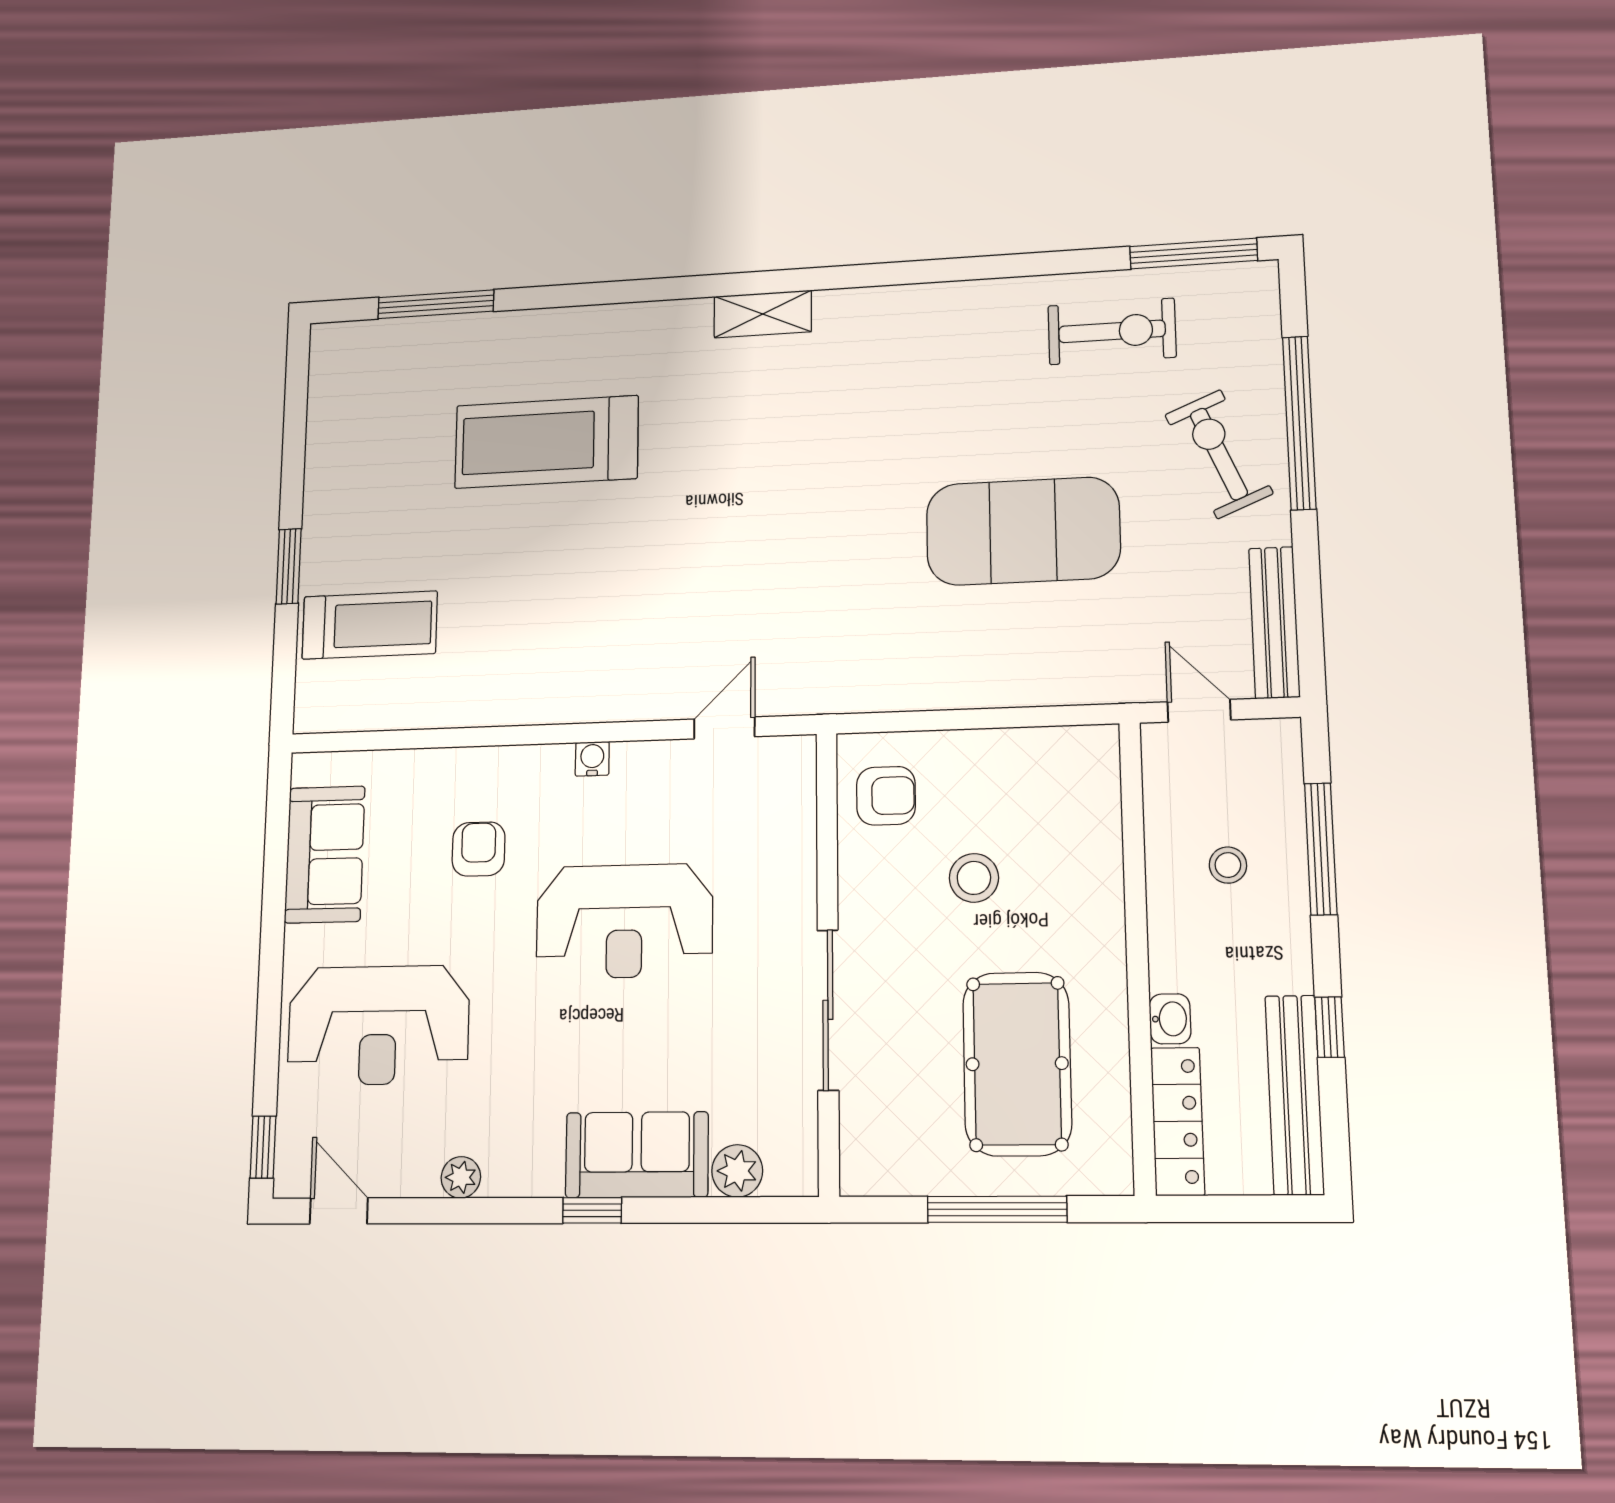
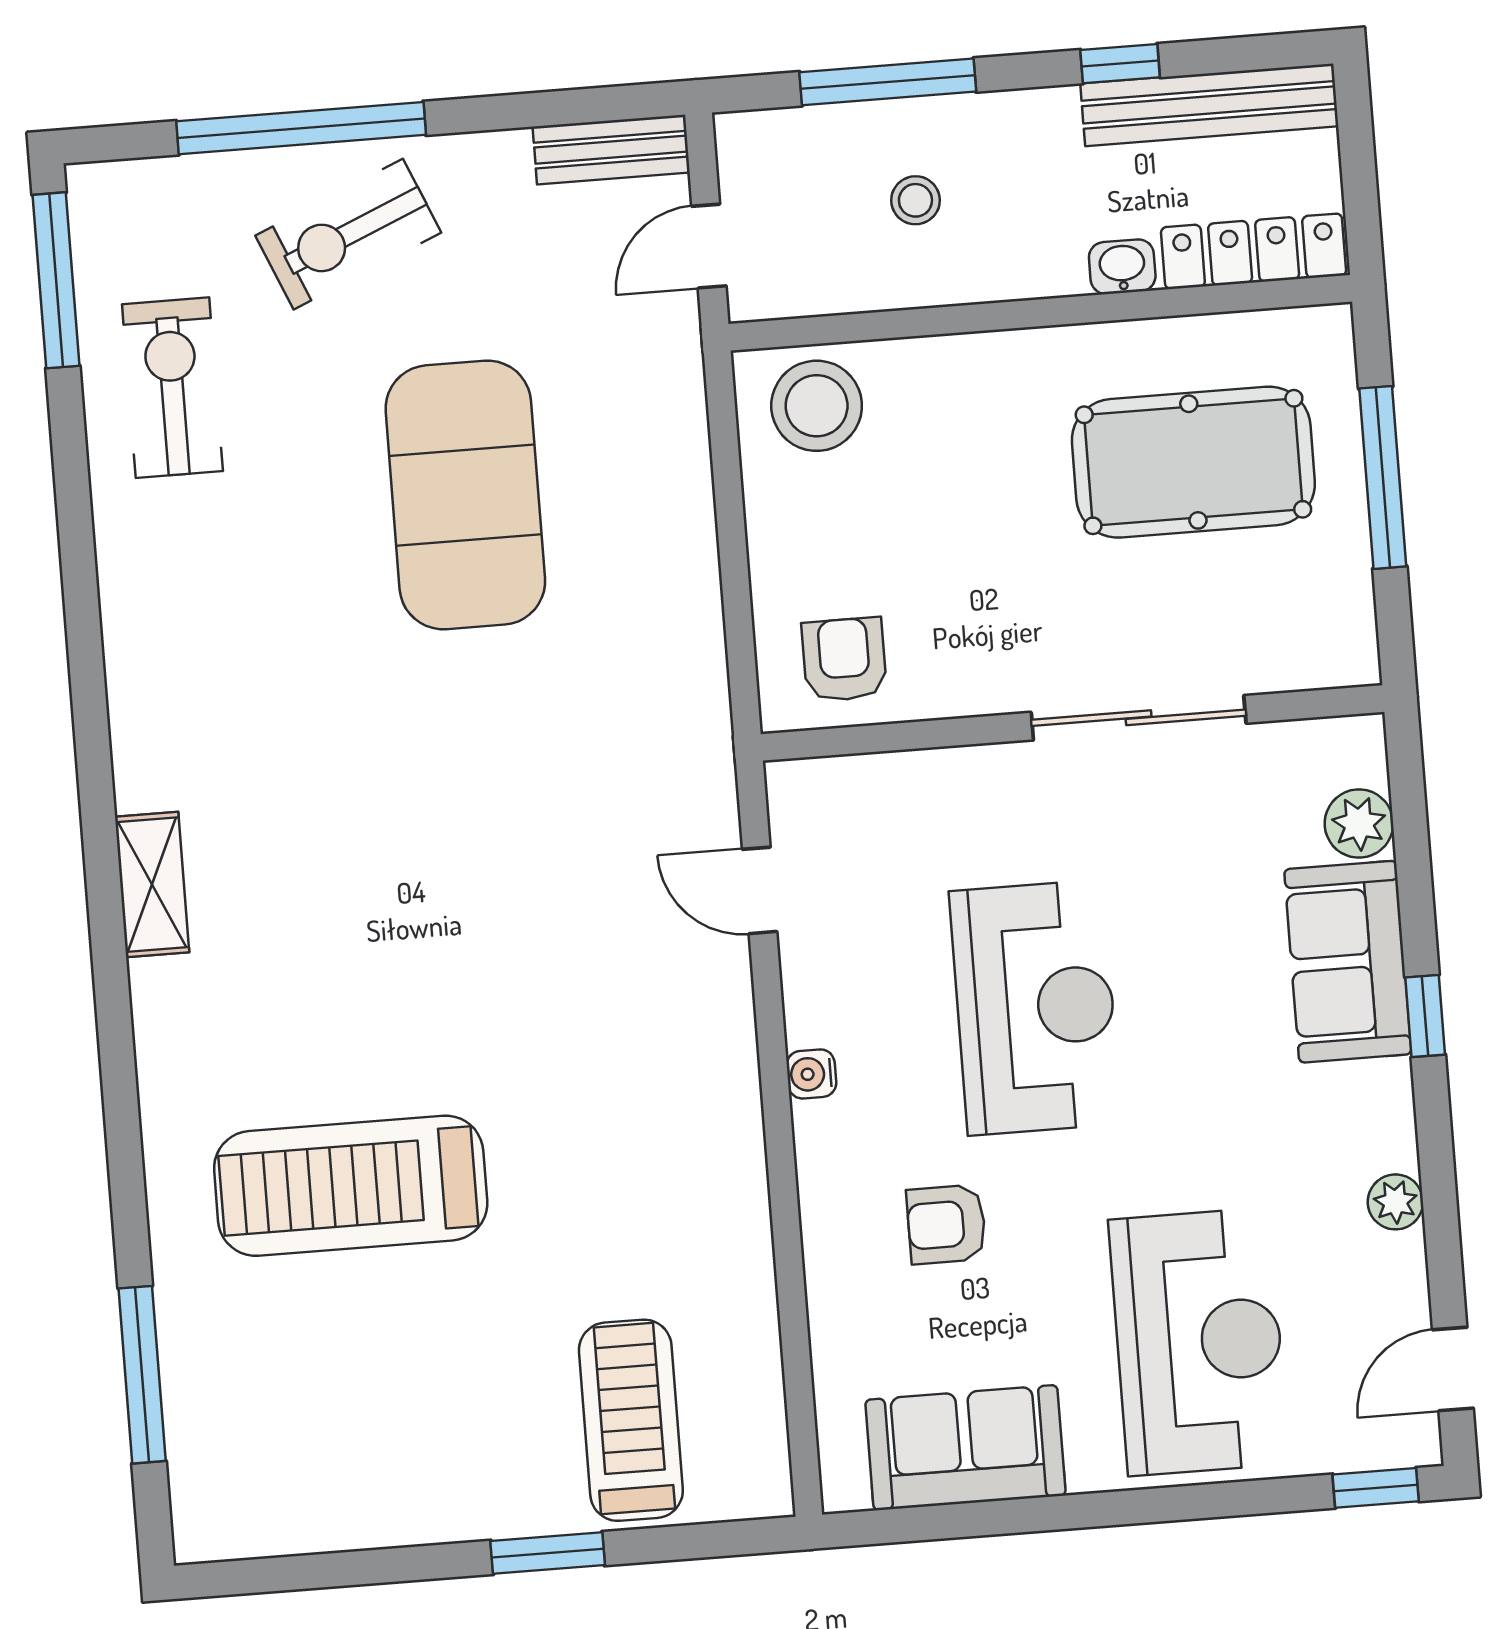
treadmill: (546, 442) -> (351, 1186), turned 90
bench: (1274, 622) -> (611, 150), width x0.73
stool: (974, 878) -> (817, 406), moved, width x1.38, depth x1.38

